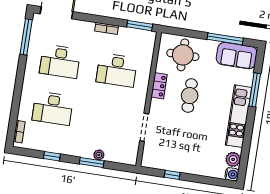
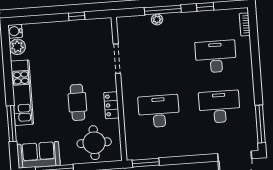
bookcase: (107, 28) -> (179, 152), removed
window: (92, 162) -> (163, 10), width x1.44

